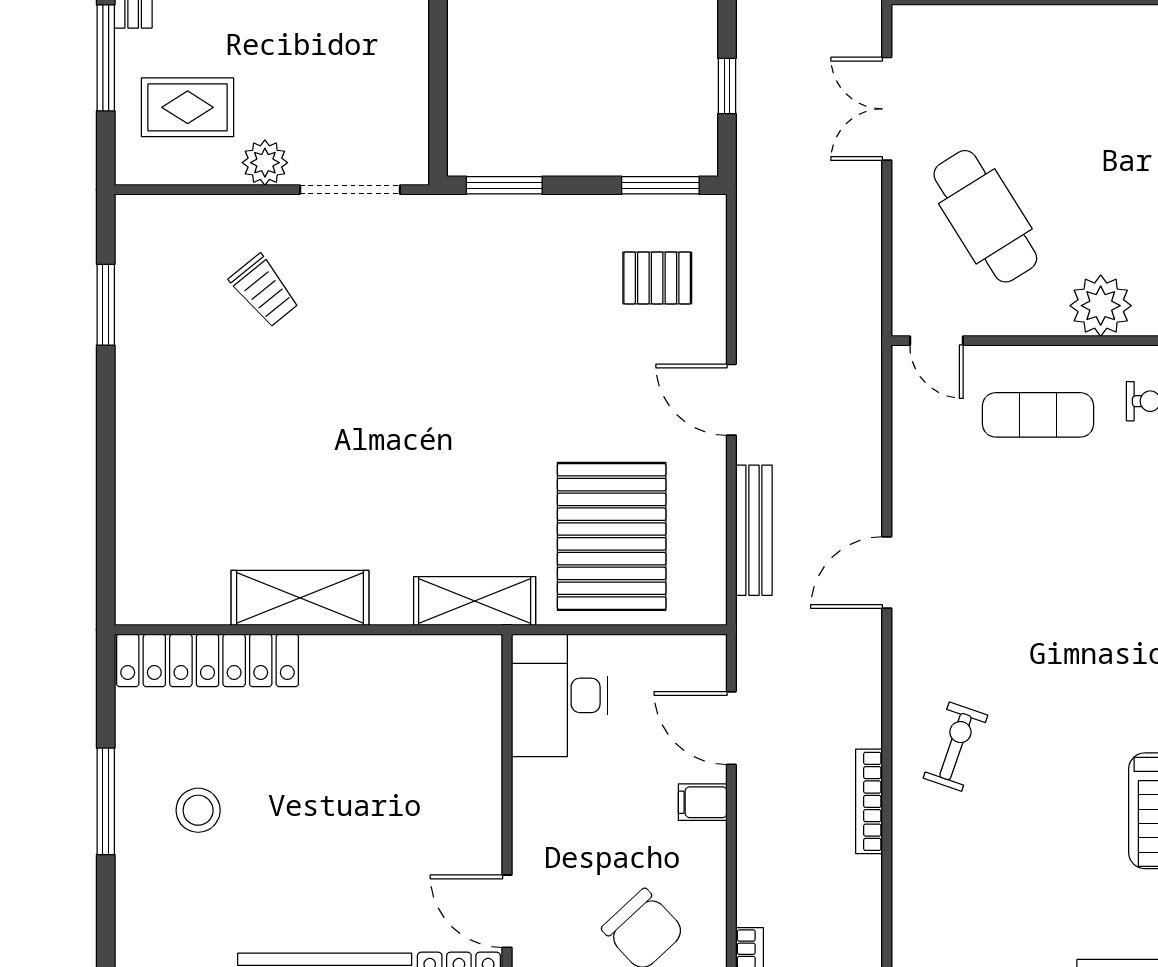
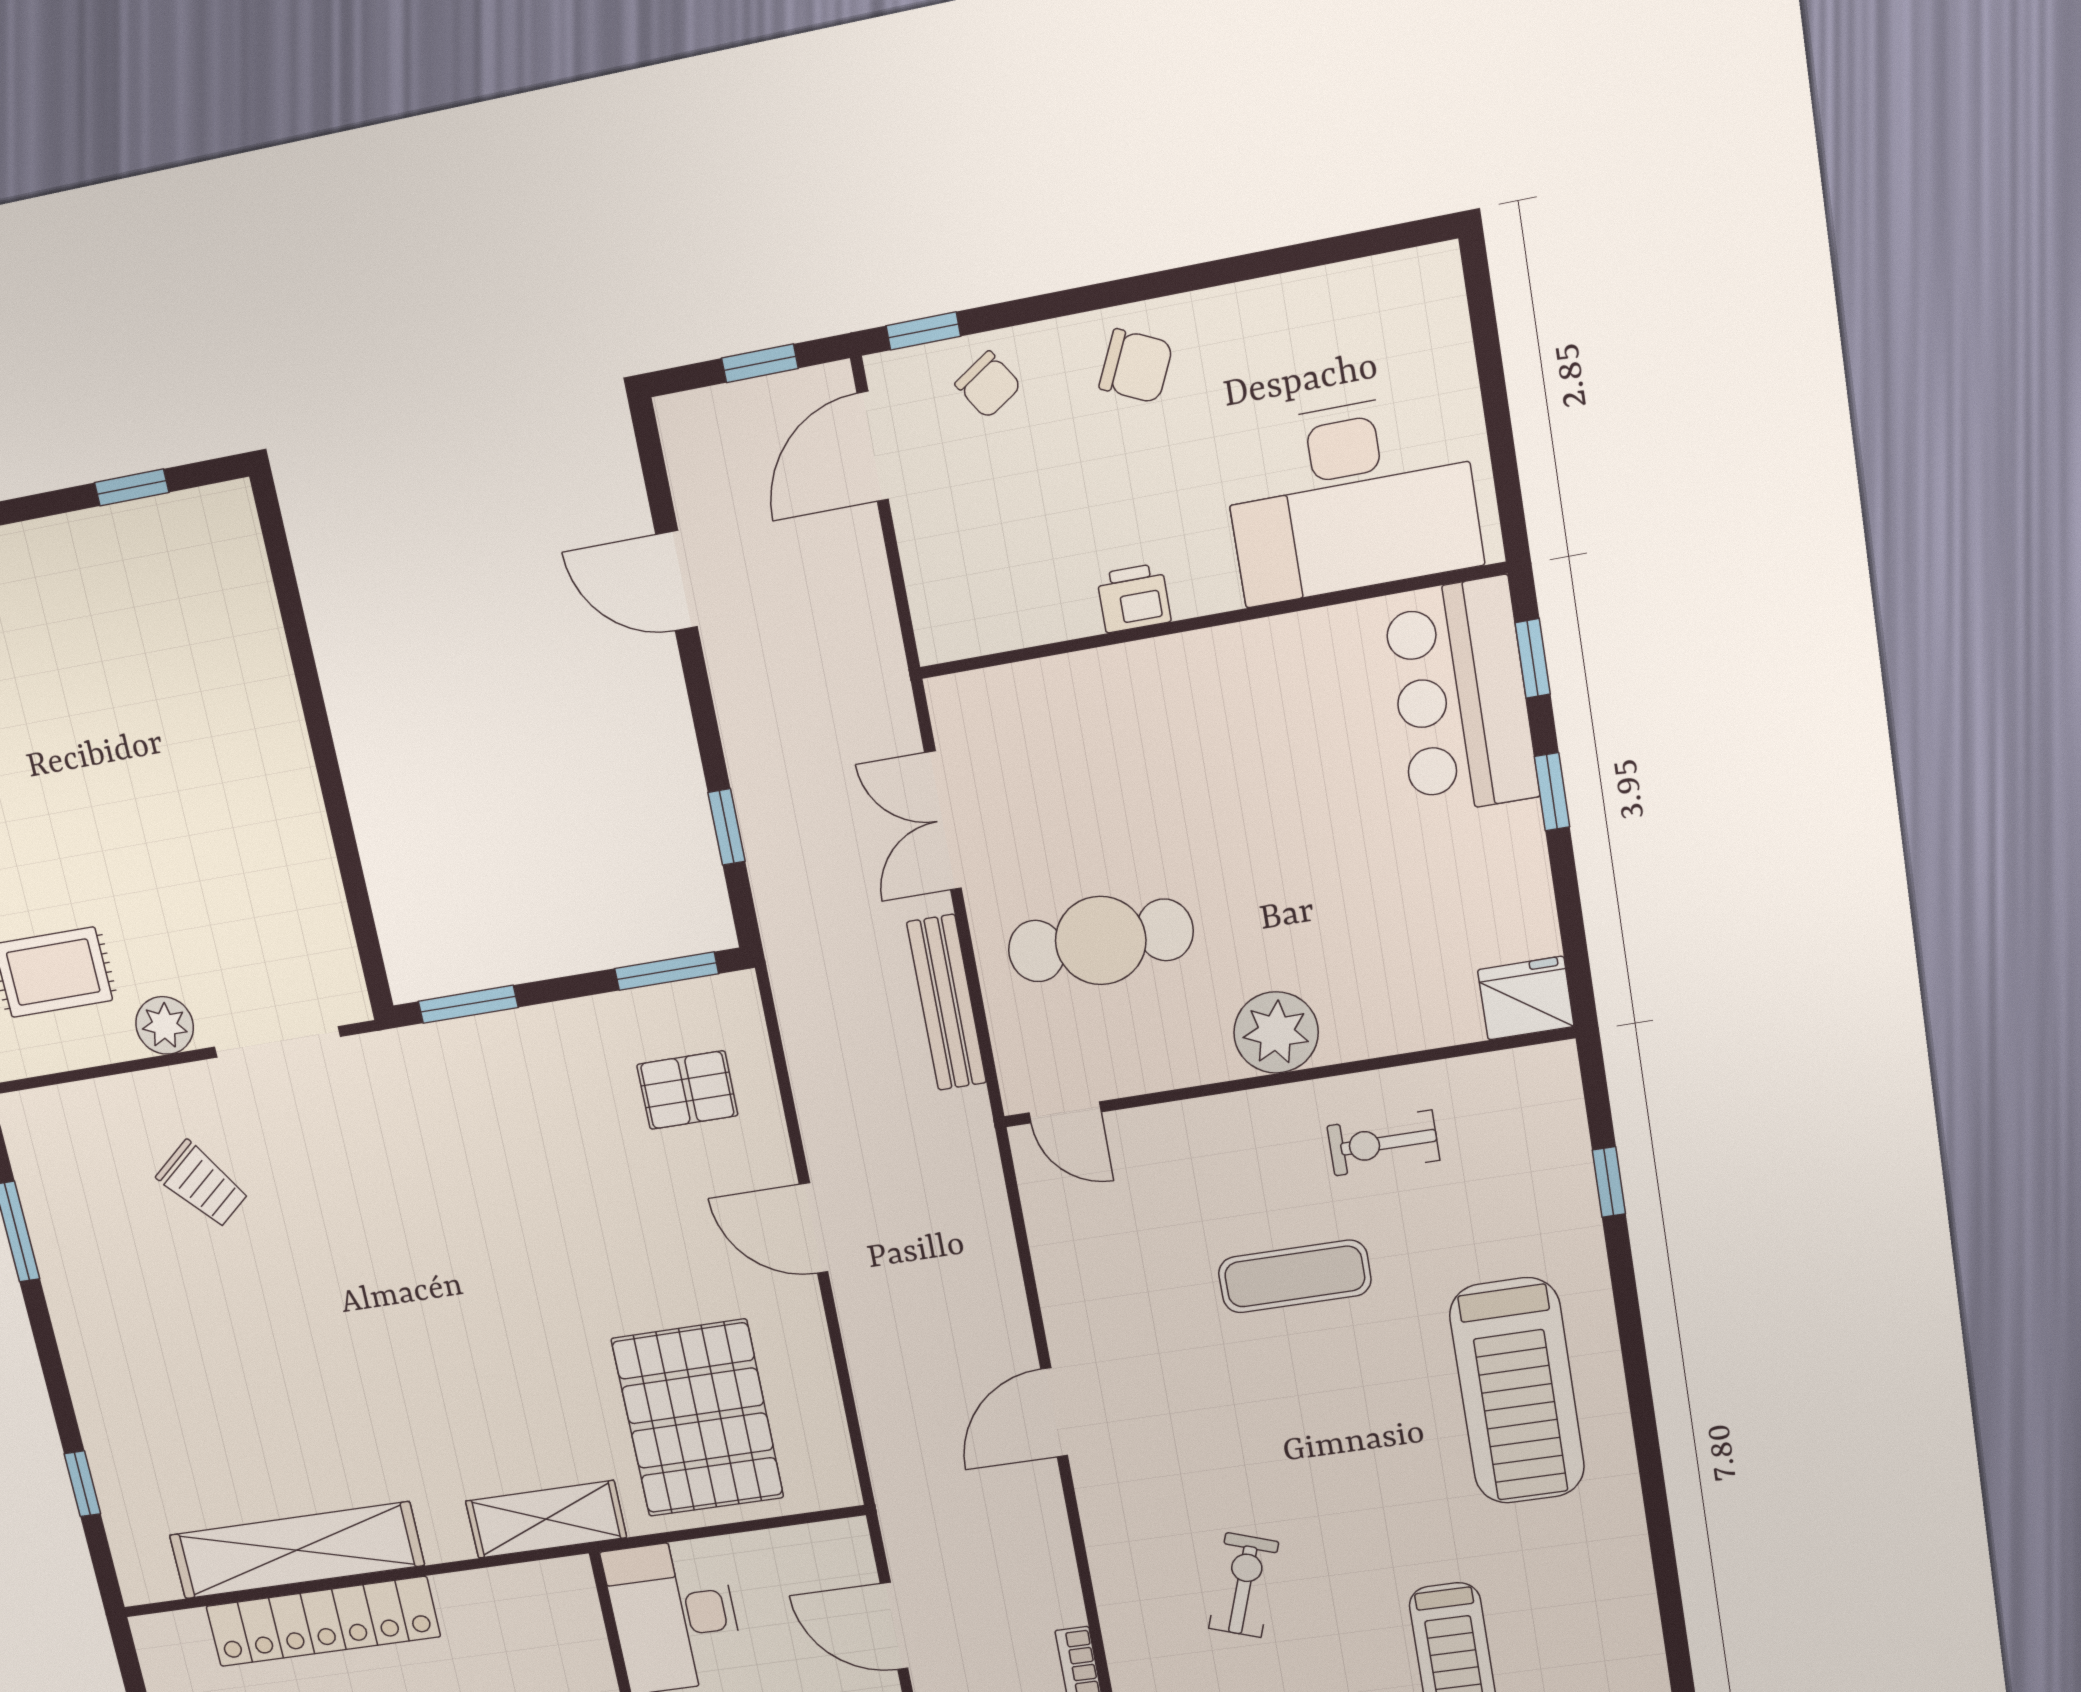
cafe table: (985, 216) -> (1101, 940), turned -58
exercise mat: (1038, 415) -> (1295, 1276), moved
window: (106, 517) -> (82, 1484), added
bench: (754, 530) -> (947, 1003), moved
shelving: (300, 598) -> (297, 1550), width x1.47
locker: (207, 660) -> (323, 1621), moved
exercise bike: (955, 747) -> (1244, 1585), moved

